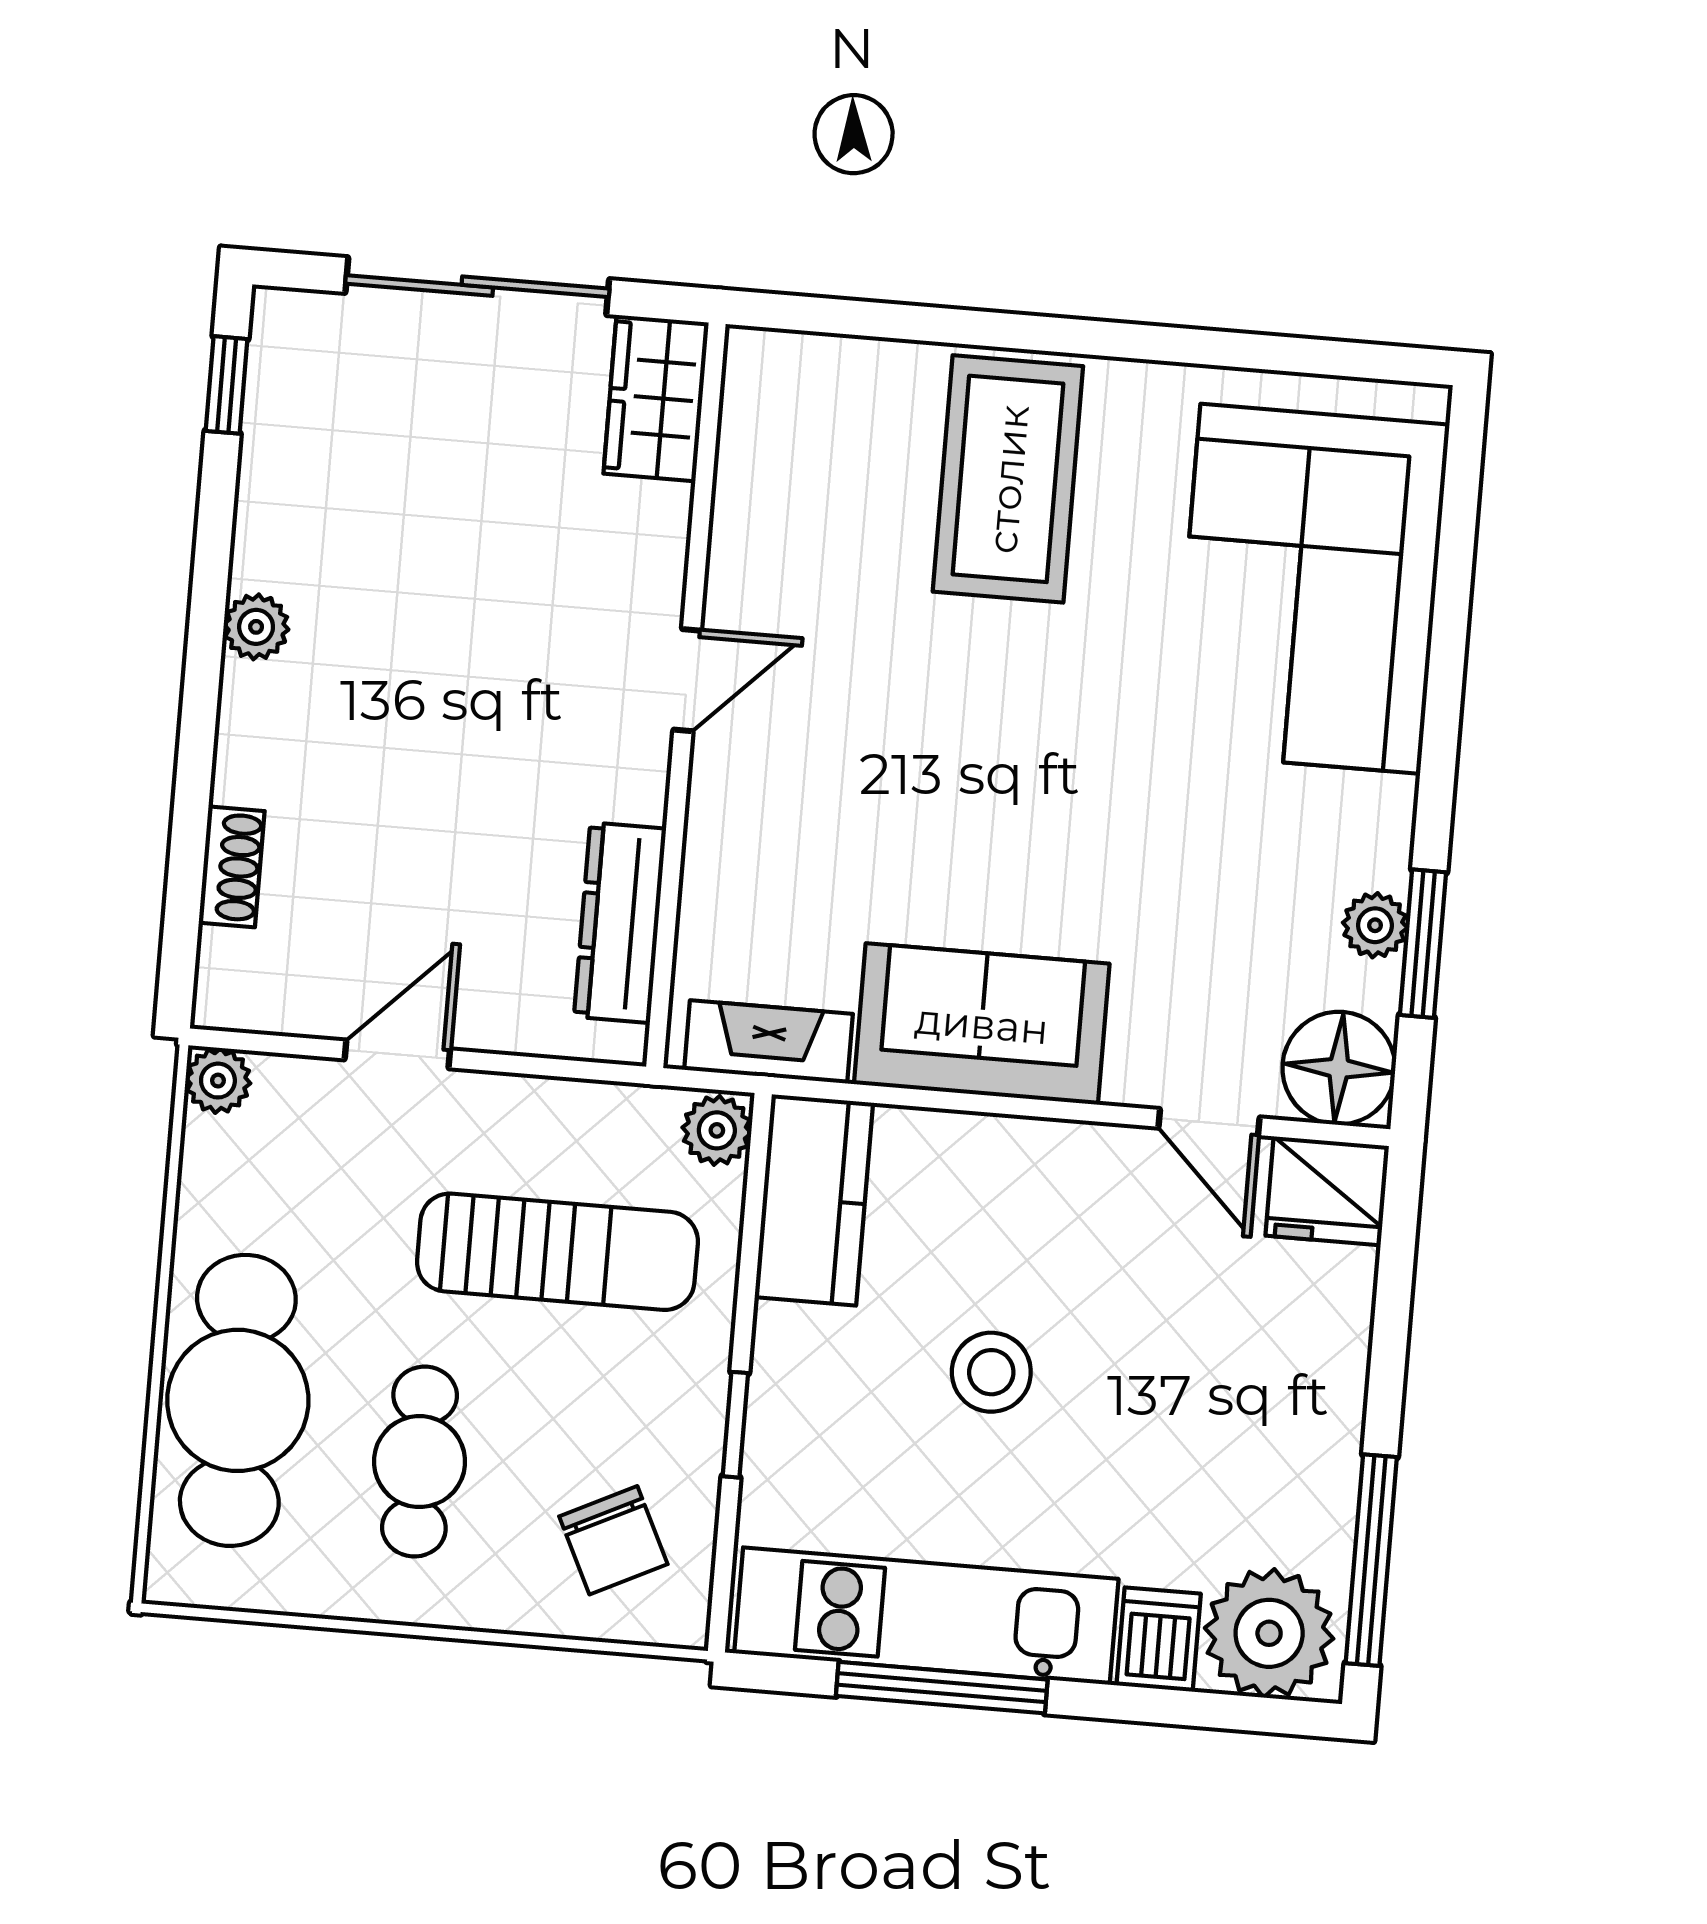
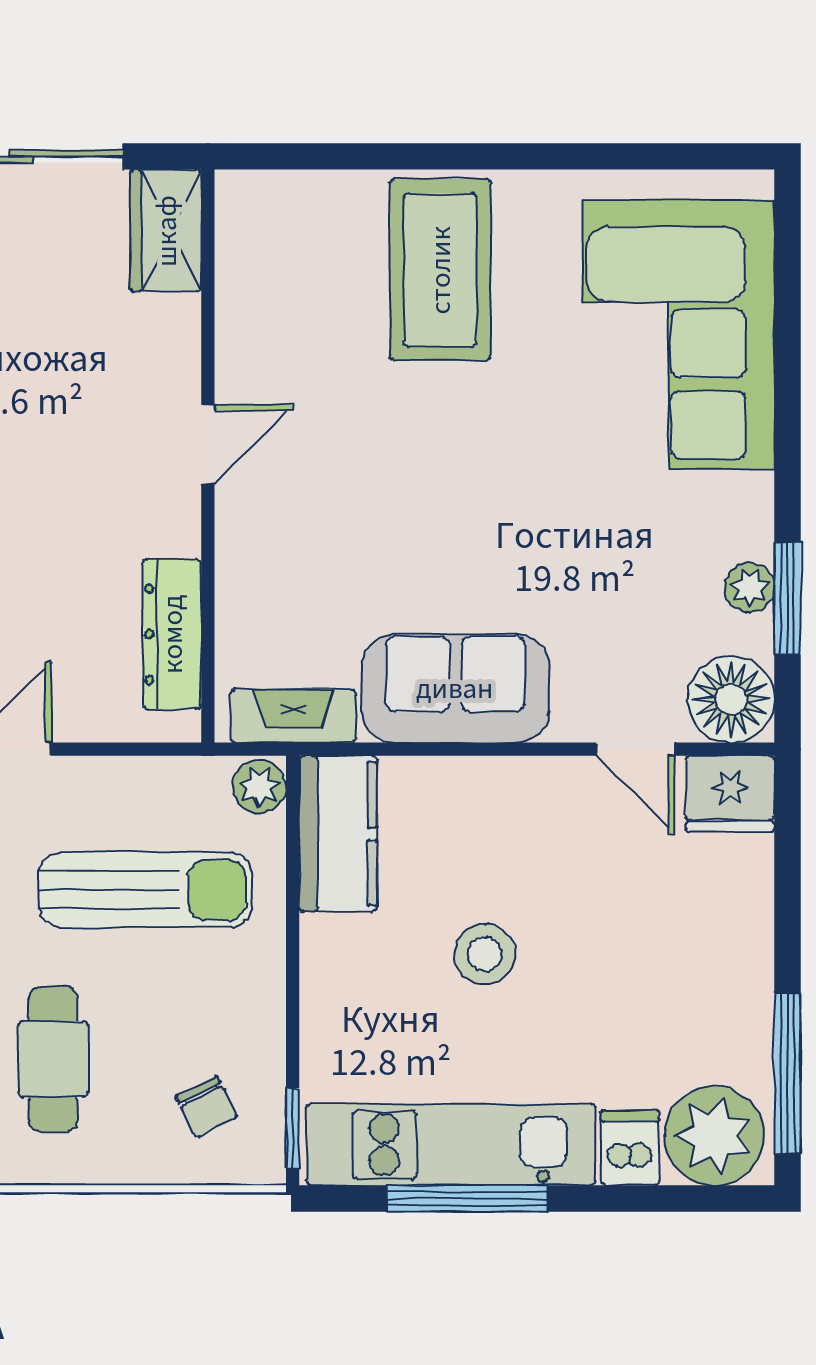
window: (735, 1425) -> (293, 1128), moved
chair: (613, 1540) -> (207, 1107), width x0.73, depth x0.73

